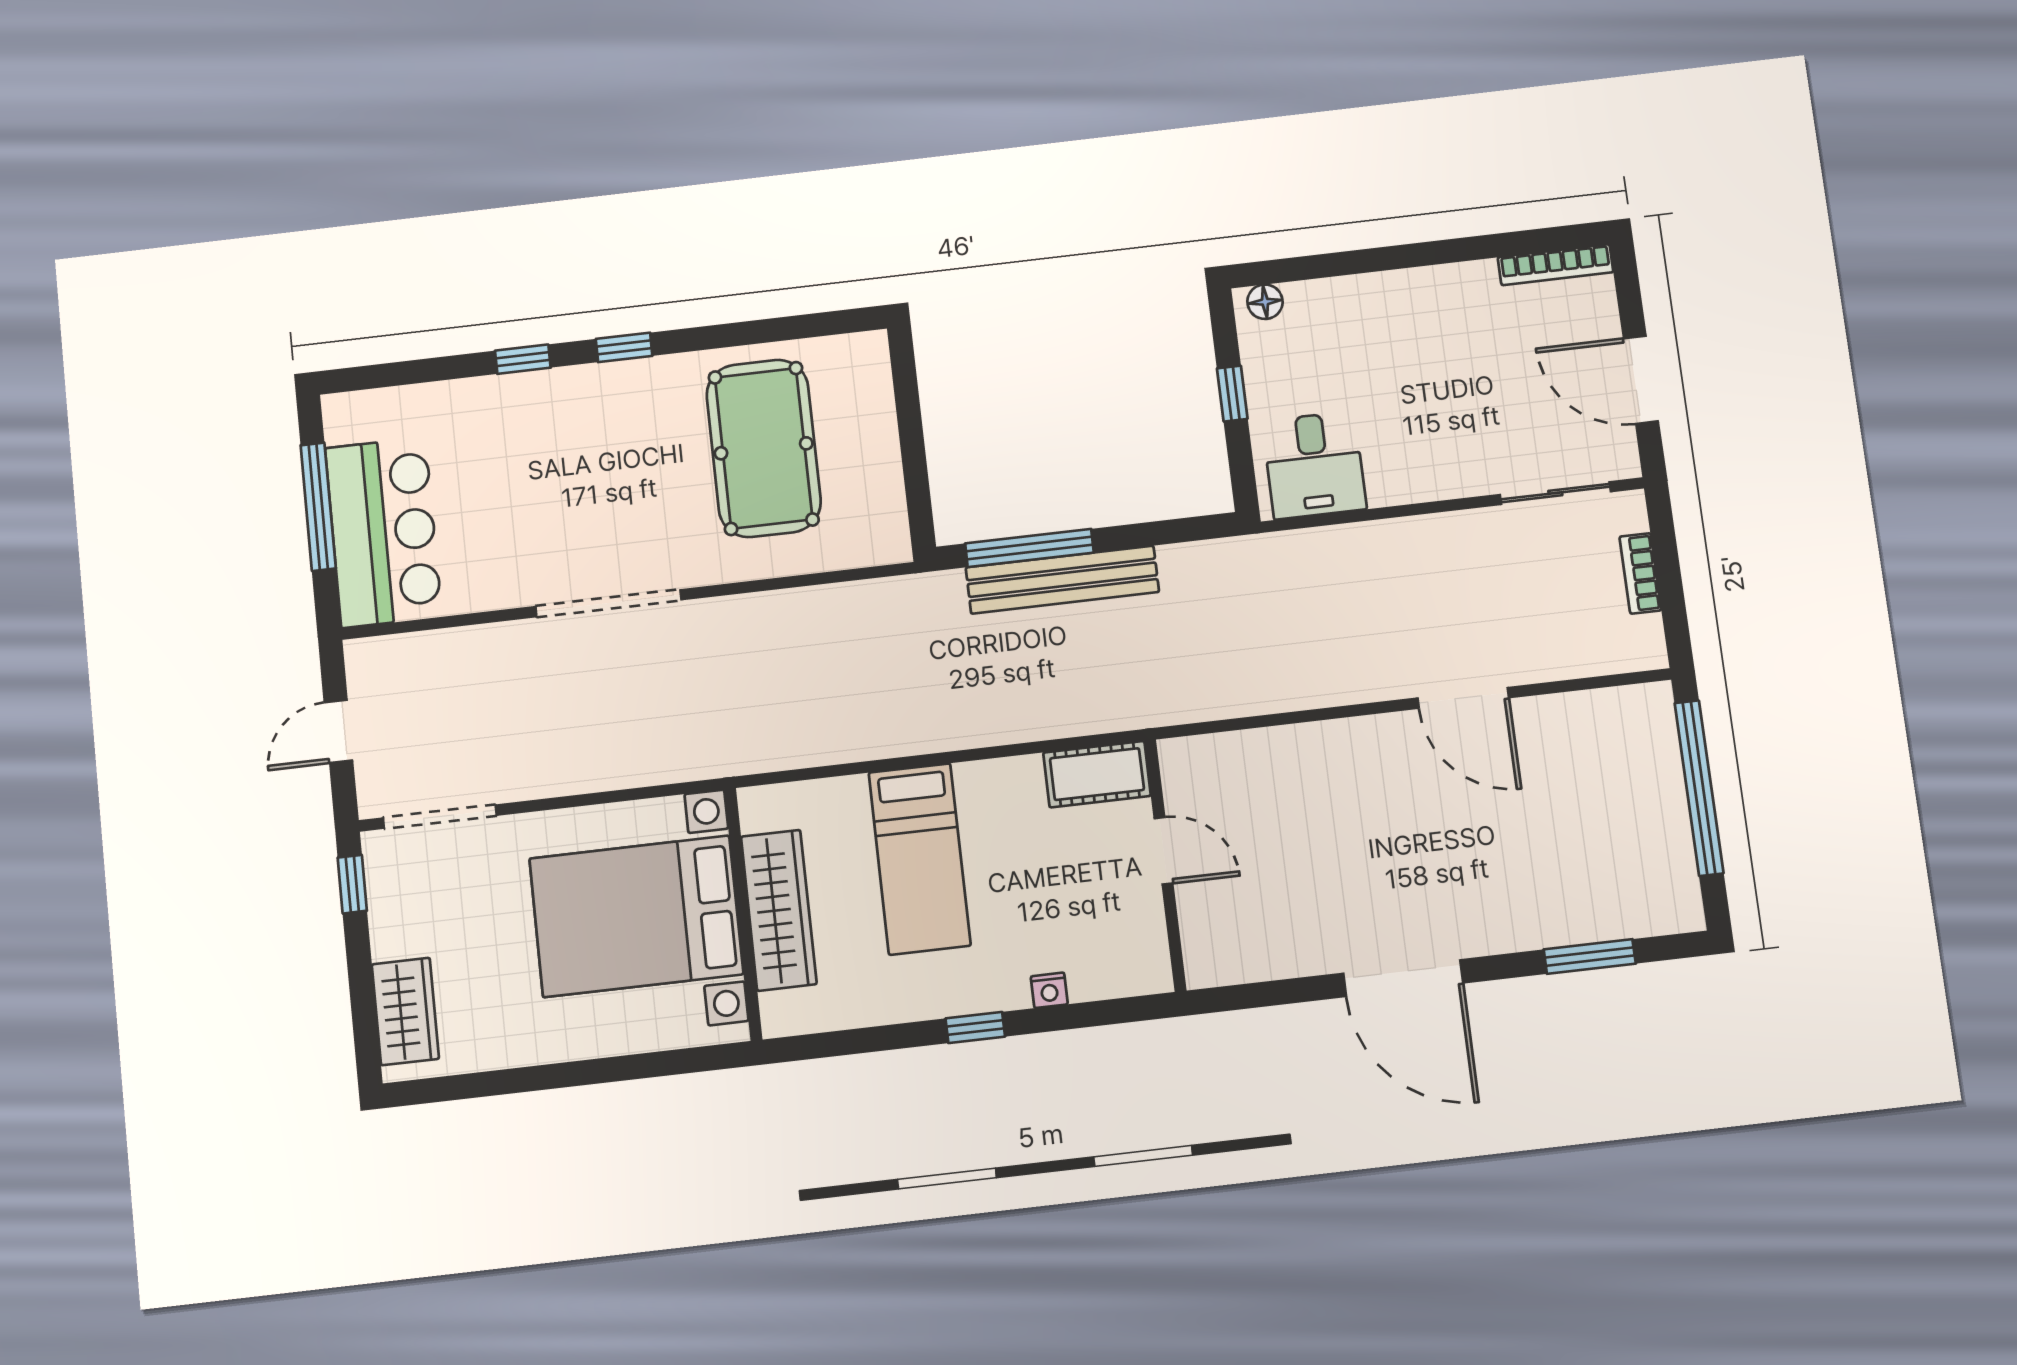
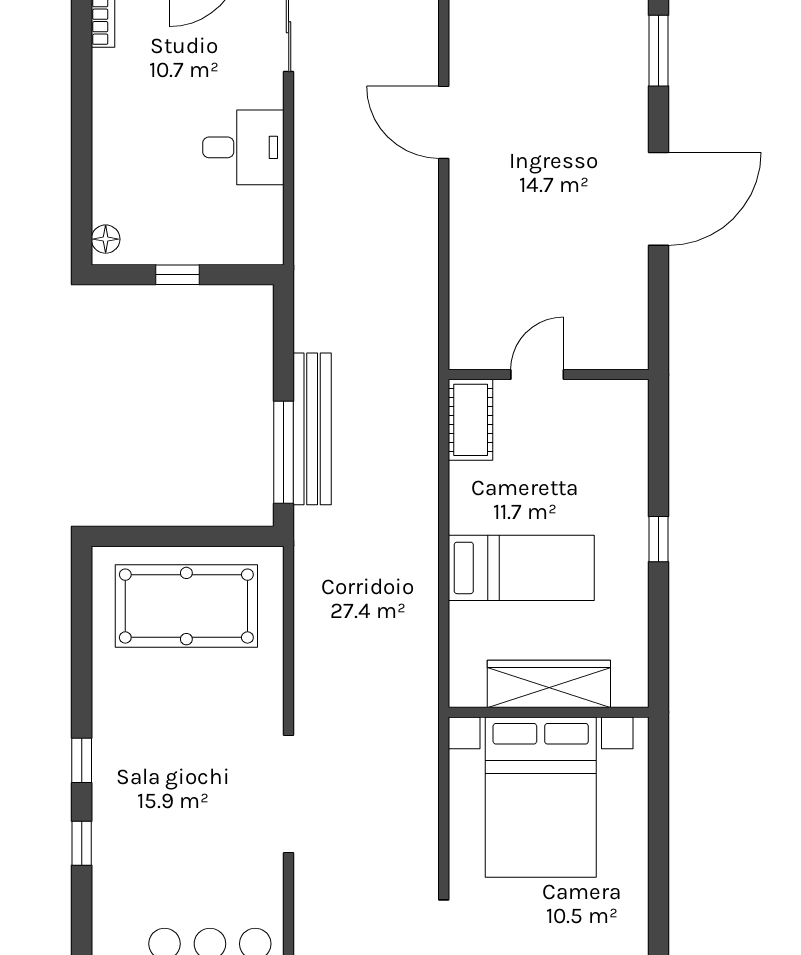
pool table: (764, 448) -> (186, 606), moved
desk: (1314, 465) -> (243, 147), moved
door: (1463, 698) -> (444, 122), swing flipped
nightstand: (1049, 990) -> (636, 478), removed

